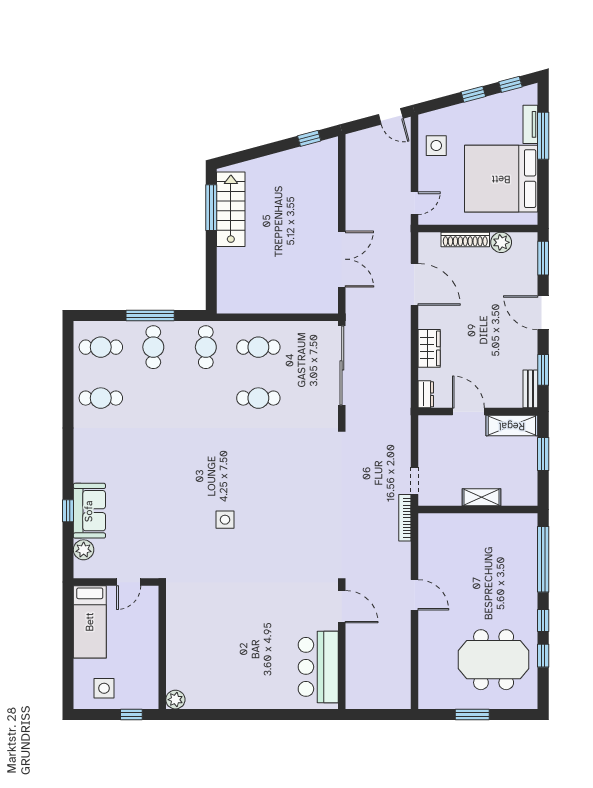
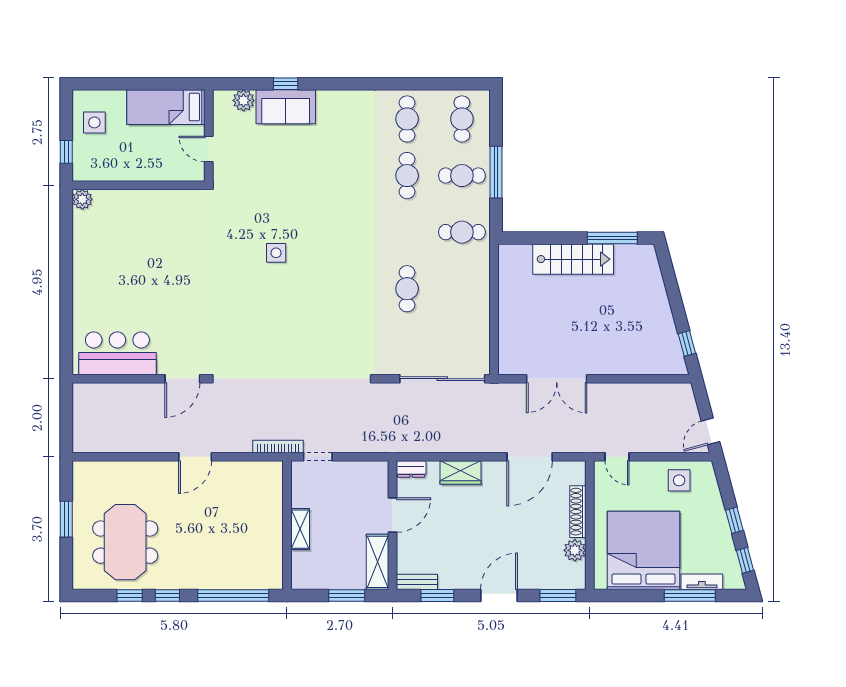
stairs: (231, 209) -> (573, 259), moved
cafe table: (258, 347) -> (407, 176), moved

